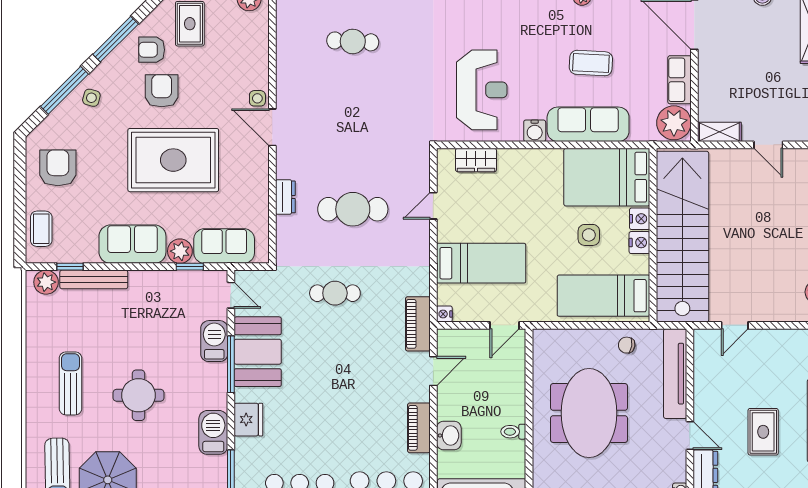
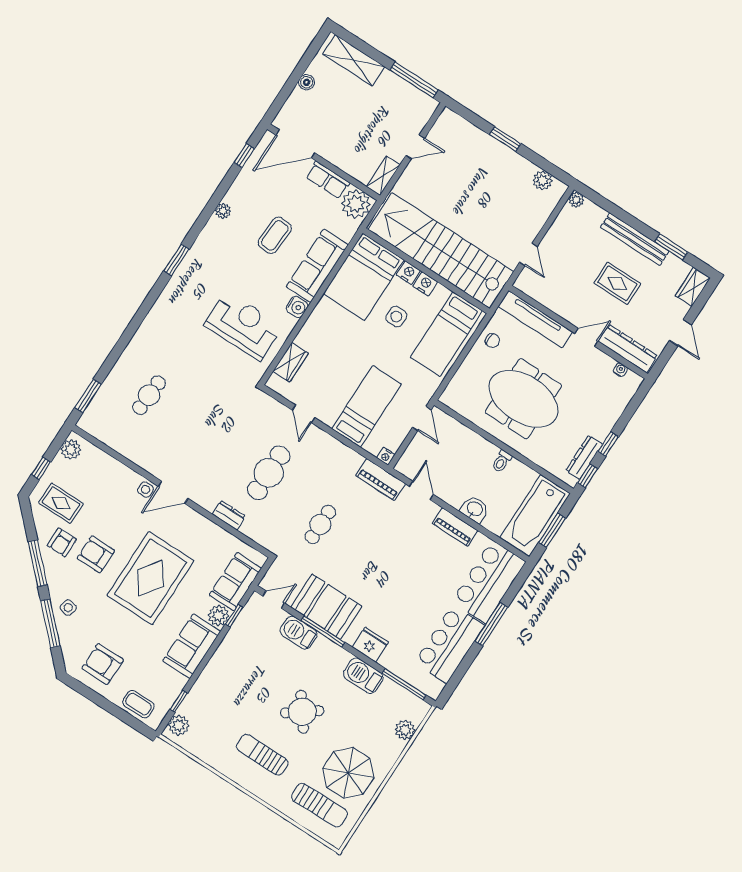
bench: (94, 279) -> (199, 690), removed
chair: (627, 345) -> (492, 341), turned -99
round table: (139, 395) -> (302, 712), turned -37

